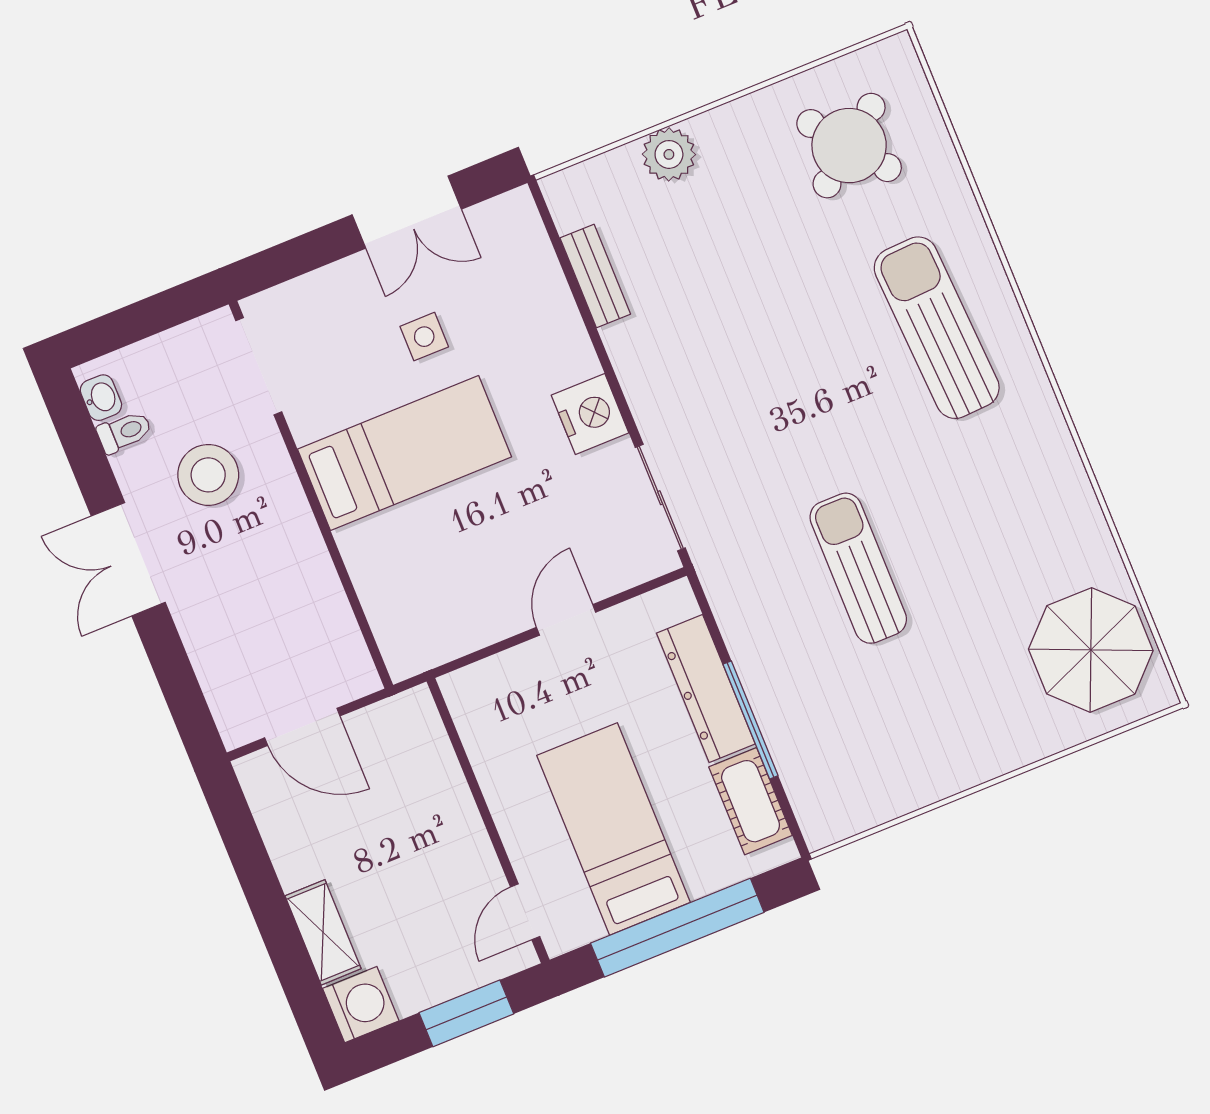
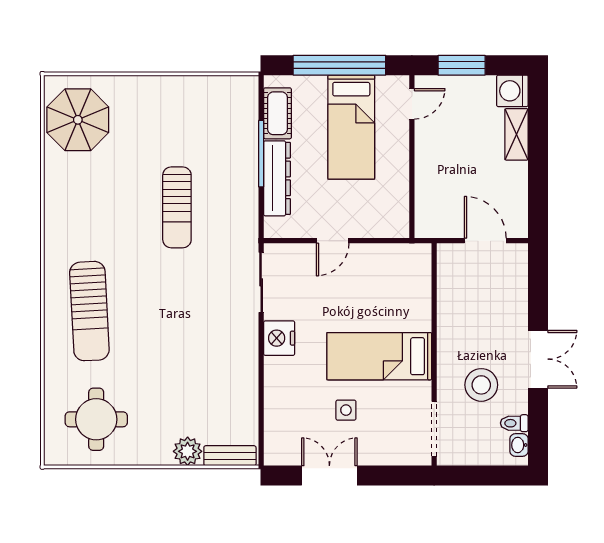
round table: (849, 146) -> (96, 419), turned 38
bench: (595, 276) -> (230, 456), moved, turned 90

